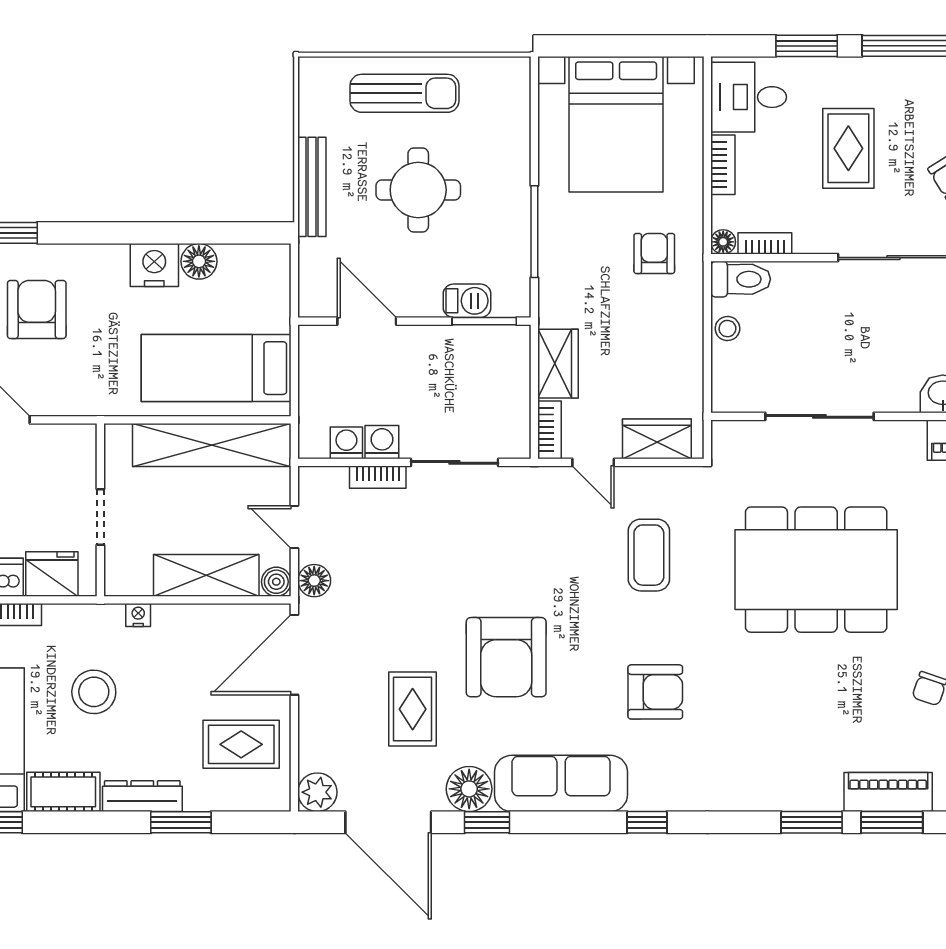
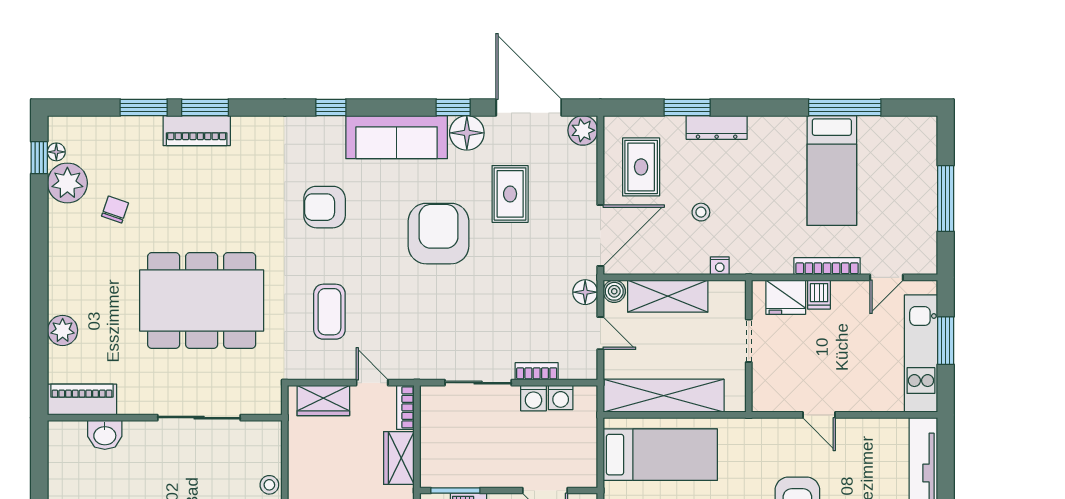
stool: (94, 692) -> (701, 212), moved, width x0.53, depth x0.53
rug: (241, 744) -> (641, 167), turned 90
cot: (63, 792) -> (777, 131), removed
piano: (888, 792) -> (197, 131), moved

